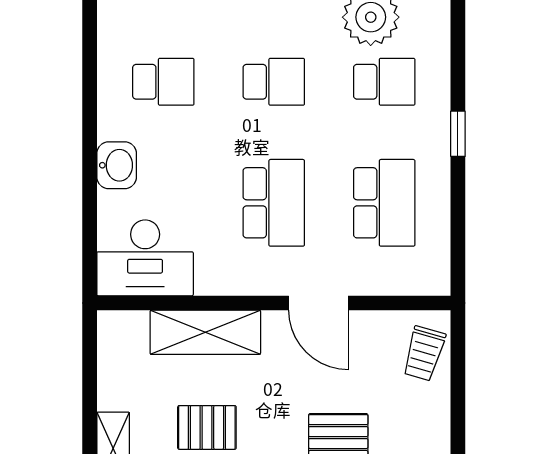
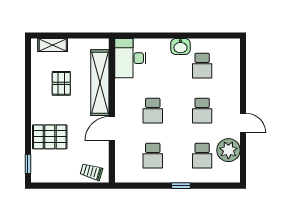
washbasin: (117, 165) -> (180, 47), moved
school desk: (274, 203) -> (153, 111), width x0.54
school desk: (384, 203) -> (153, 156), width x0.54
shelving: (205, 332) -> (100, 83), width x1.47

